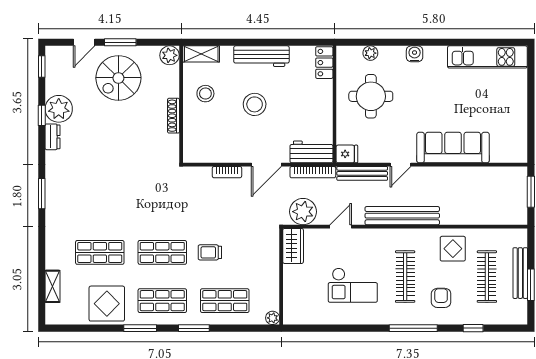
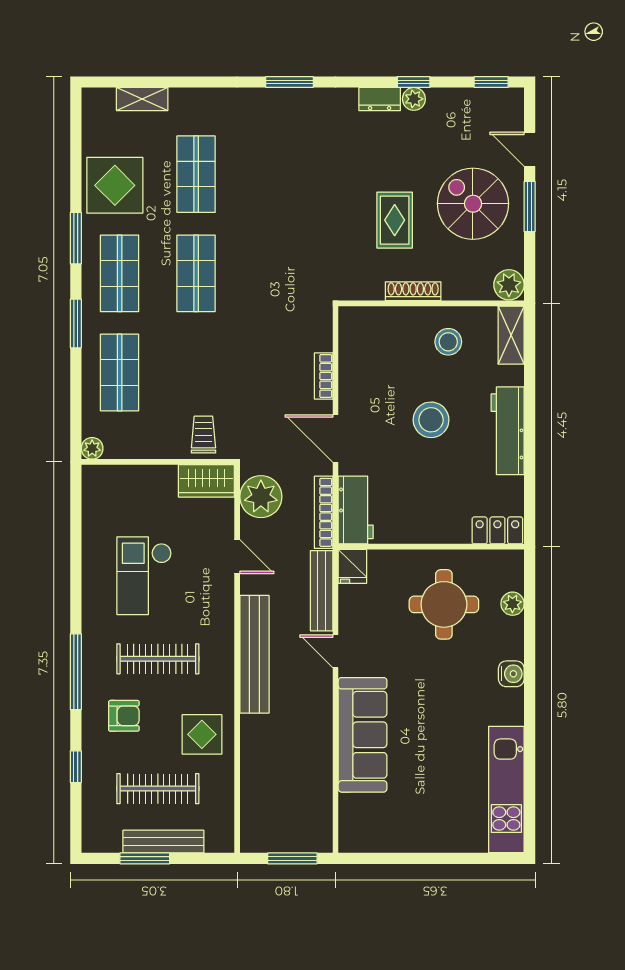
plant: (59, 109) -> (414, 99), width x0.53, depth x0.53
rug: (129, 127) -> (395, 220), added
trolley: (210, 252) -> (203, 435), moved

